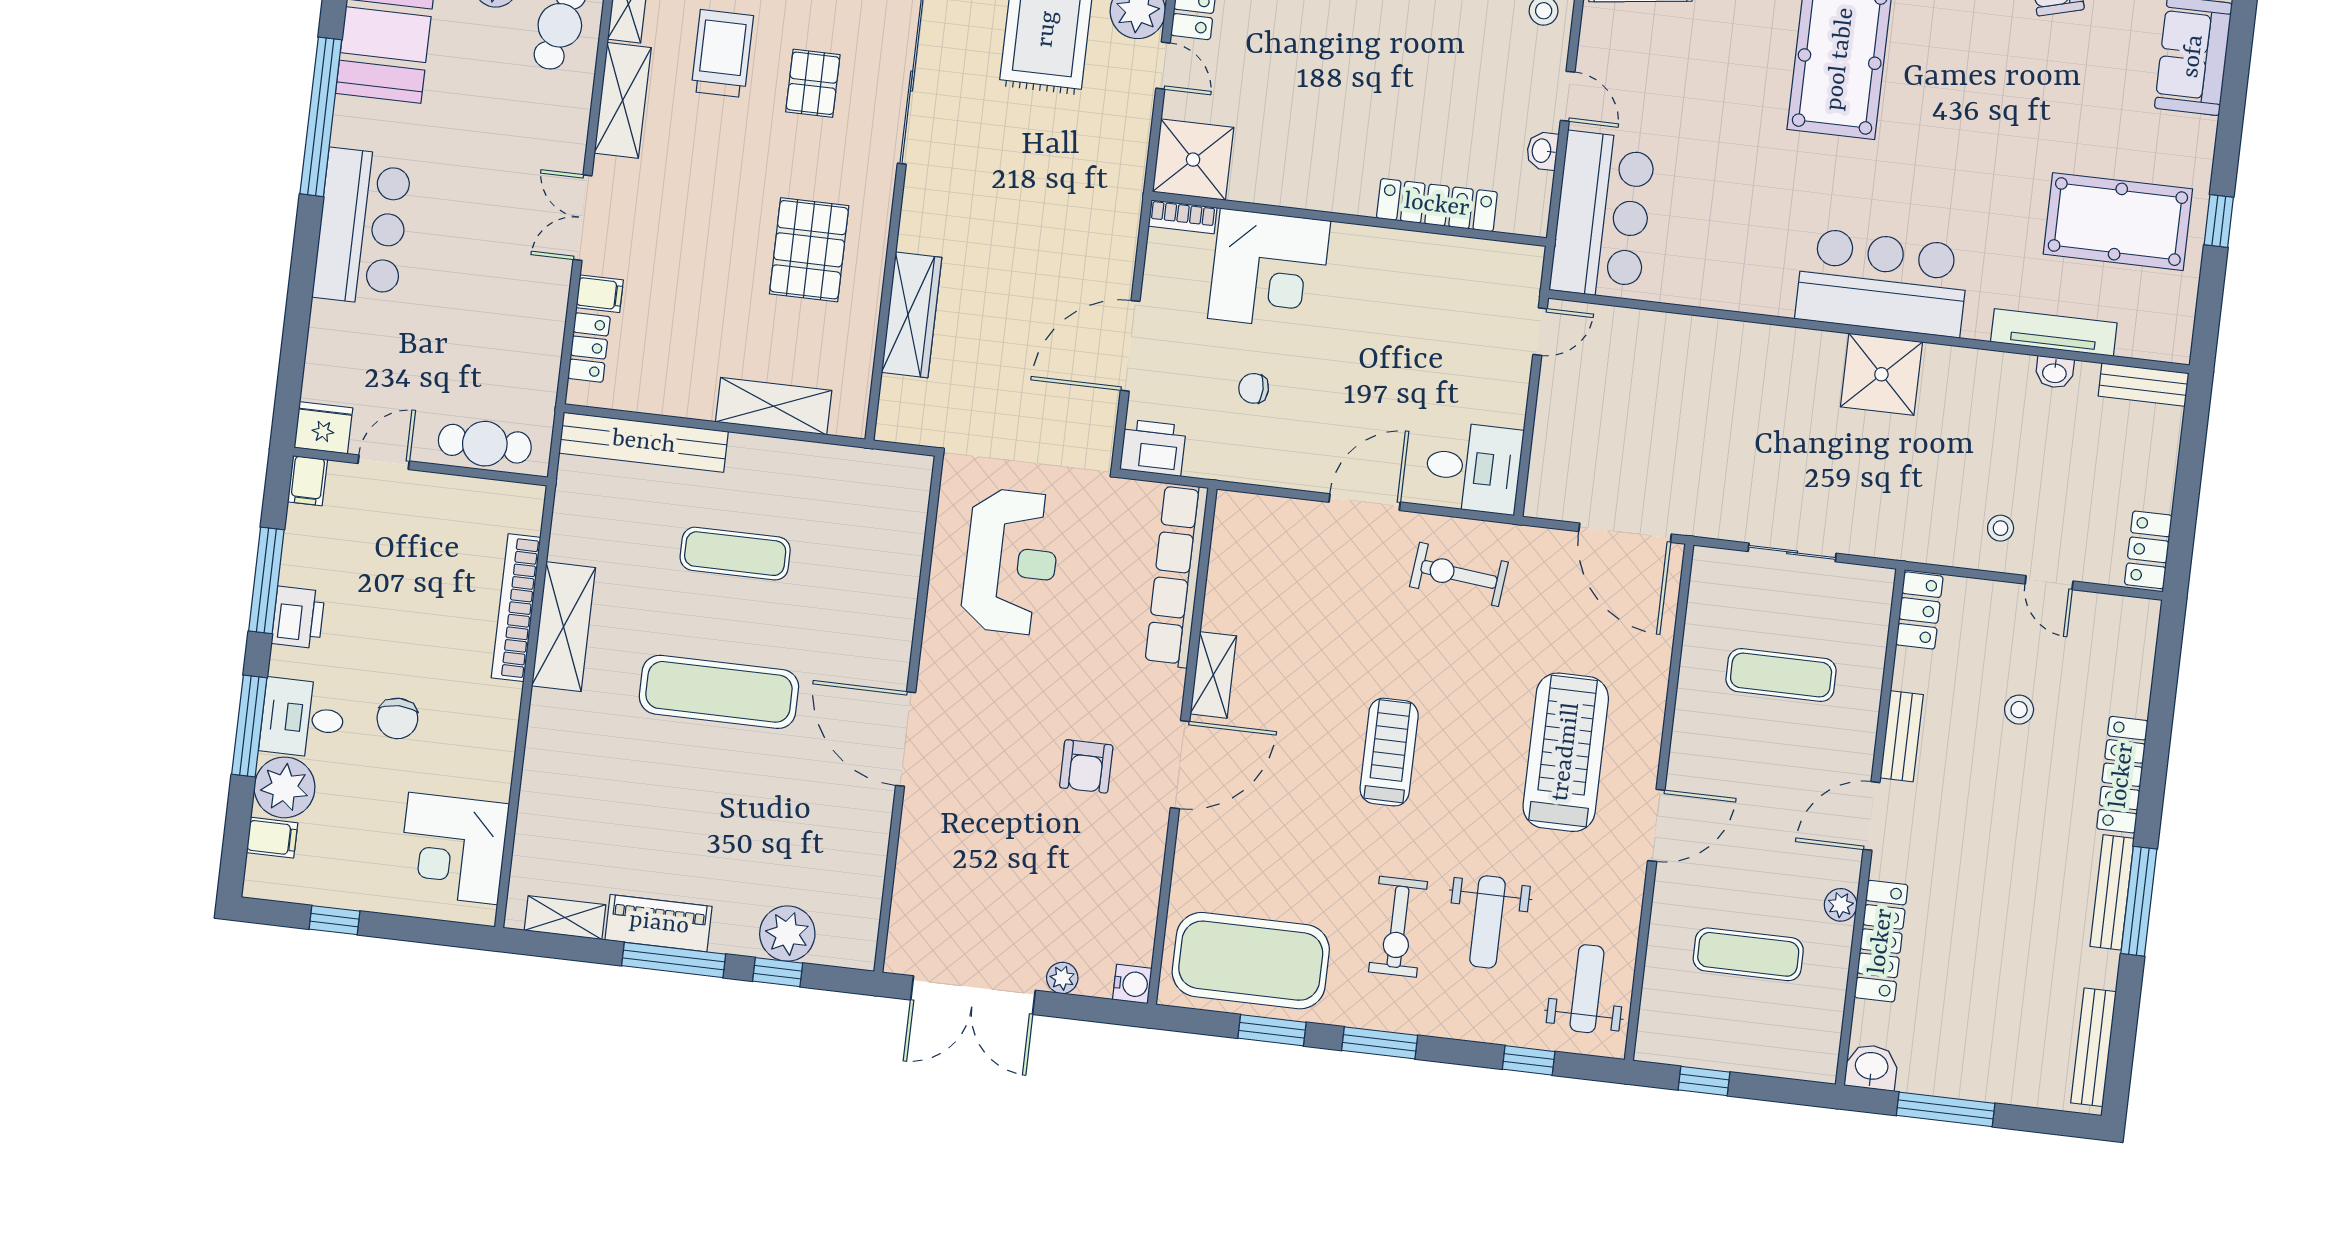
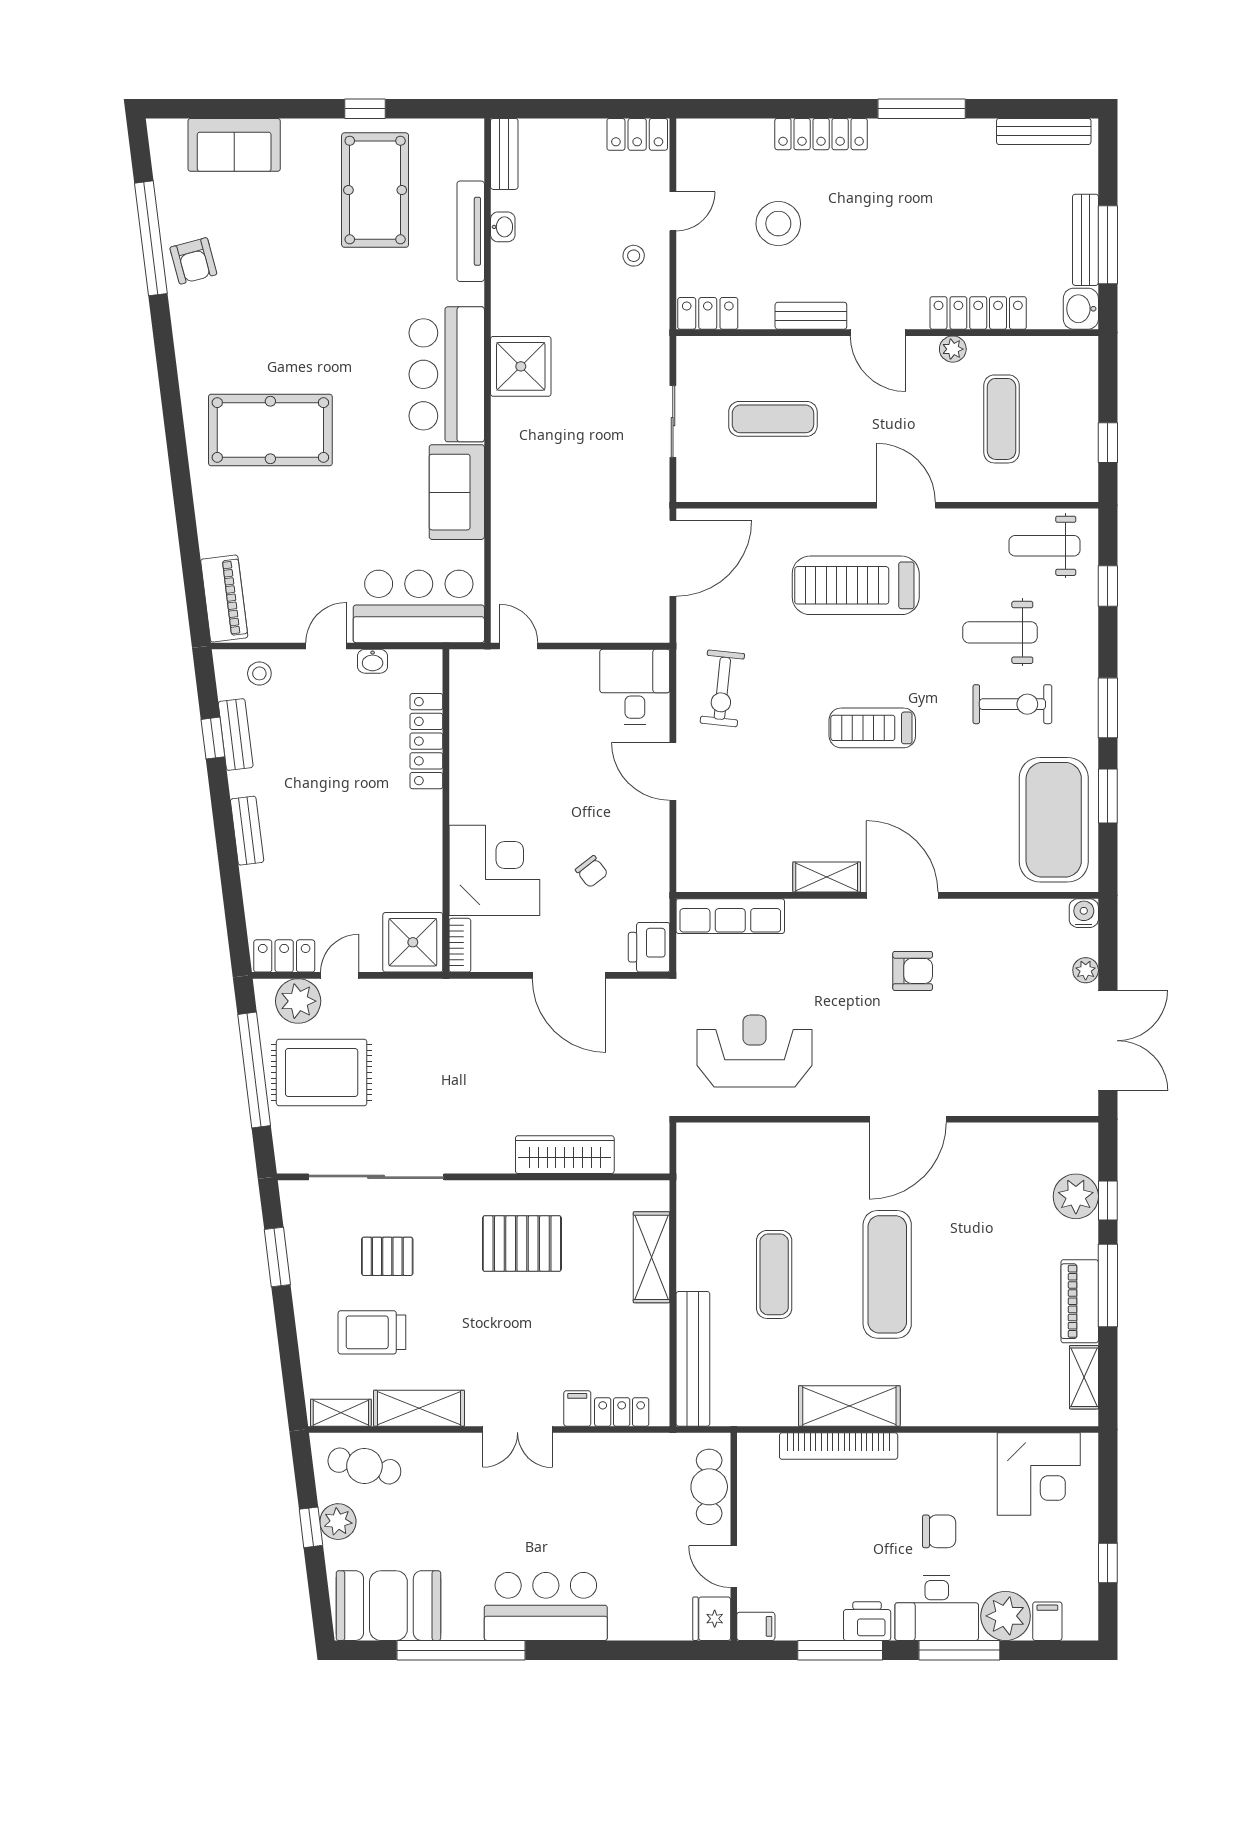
sofa: (1737, 278) -> (457, 492), added
chair: (1254, 388) -> (592, 872), turned -38
row of seats: (1177, 576) -> (730, 916), width x0.73
exercise mat: (1781, 675) -> (773, 419), turned 90
stool: (2019, 710) -> (778, 224), width x1.89, depth x1.89
desk: (303, 718) -> (937, 1608), width x1.37
bench: (2112, 892) -> (1085, 240), moved, turned 90
weight bench: (1487, 922) -> (1000, 632), turned 180

